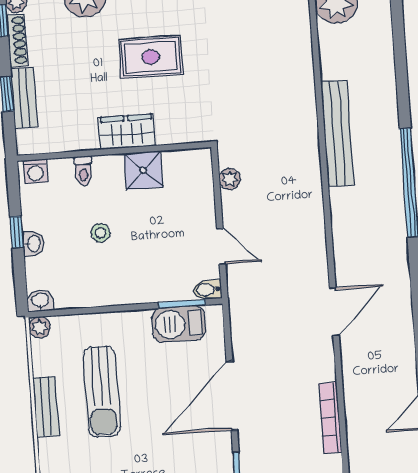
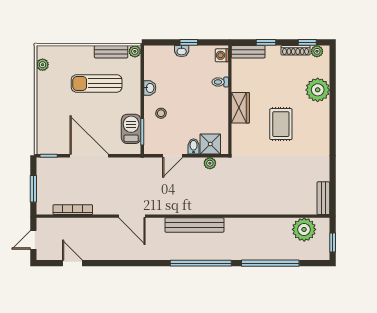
window: (400, 58) -> (270, 263), added
bench: (24, 98) -> (248, 52), moved
bench: (337, 134) -> (194, 225), moved
shower: (143, 170) -> (210, 144), moved
stool: (100, 233) -> (161, 113), moved
bidet: (207, 290) -> (194, 146), moved
washbasin: (40, 300) -> (150, 88), moved
bench: (46, 407) -> (111, 52), moved

